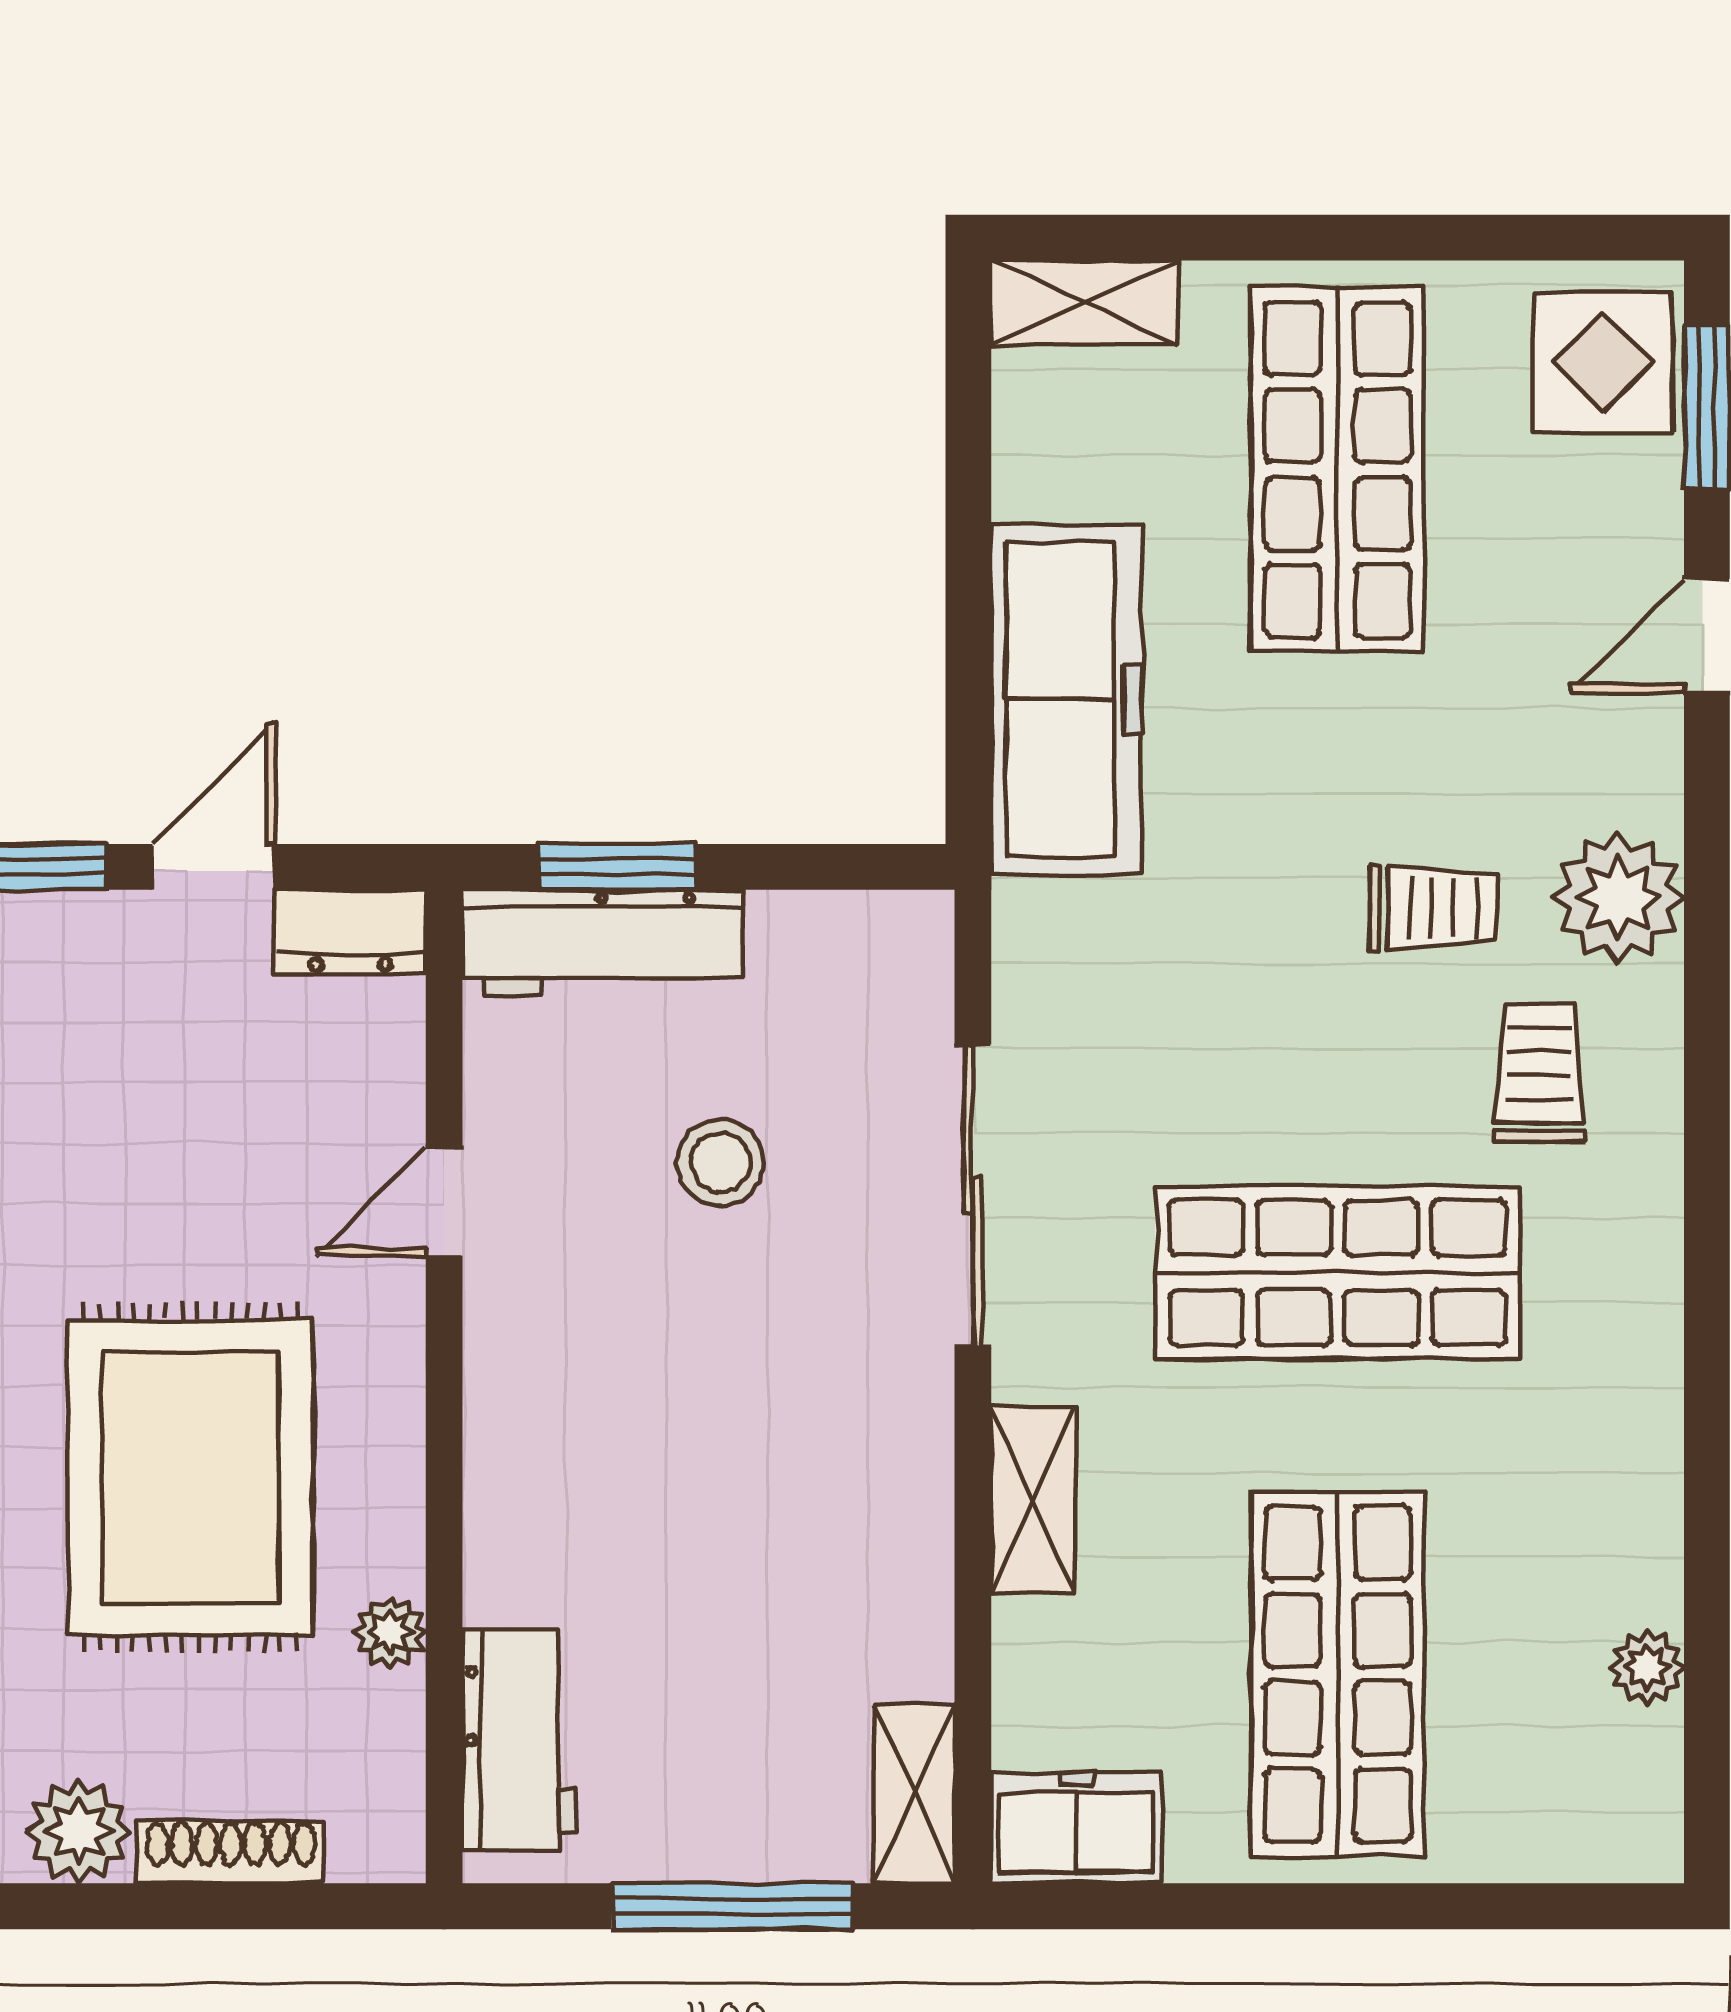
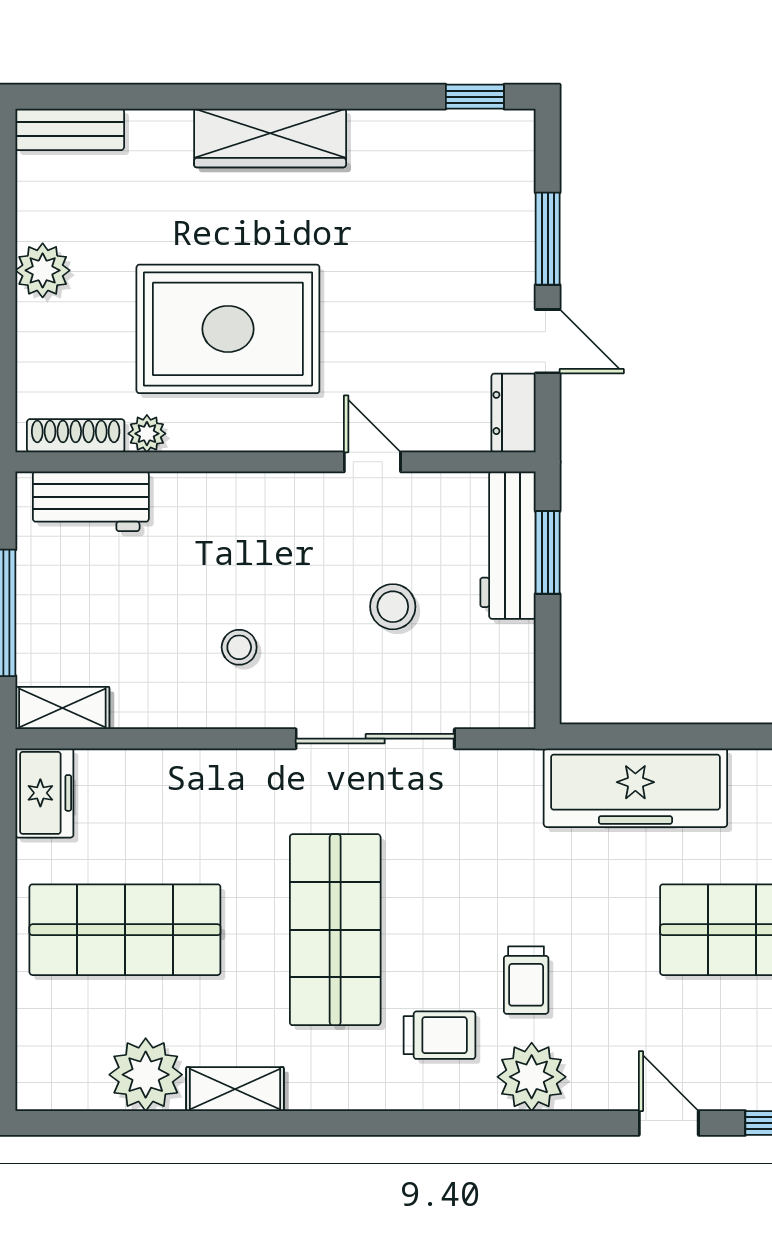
stool: (798, 1456) -> (239, 647), added
shelving: (1033, 1500) -> (235, 1089), moved
plant: (1647, 1667) -> (146, 1075), width x1.88, depth x1.88
shoe rack: (231, 1852) -> (76, 436), moved, turned -90

